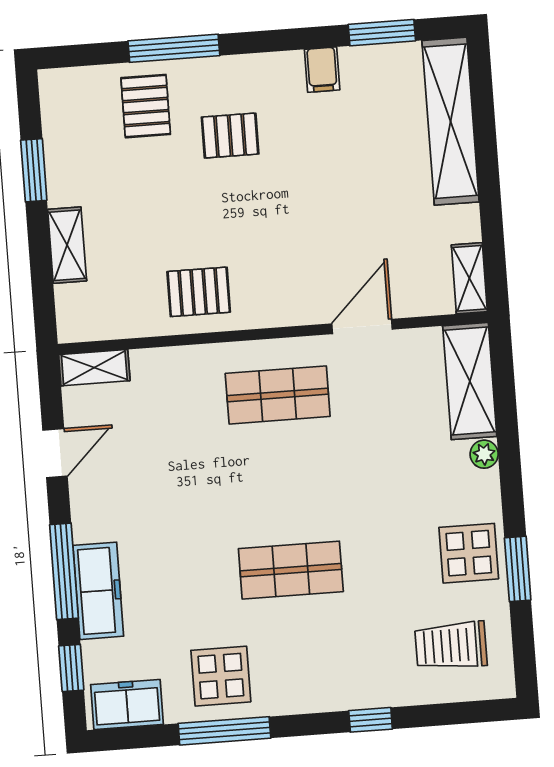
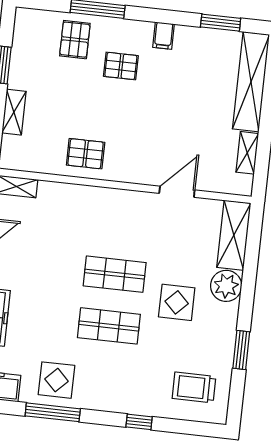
filing cabinet: (322, 70) -> (164, 36), moved
shelving: (469, 278) -> (247, 153), moved
shop shelf: (278, 395) -> (115, 274), moved
plant: (484, 454) -> (226, 286), width x1.88, depth x1.88
display table: (469, 553) -> (177, 302), moved

